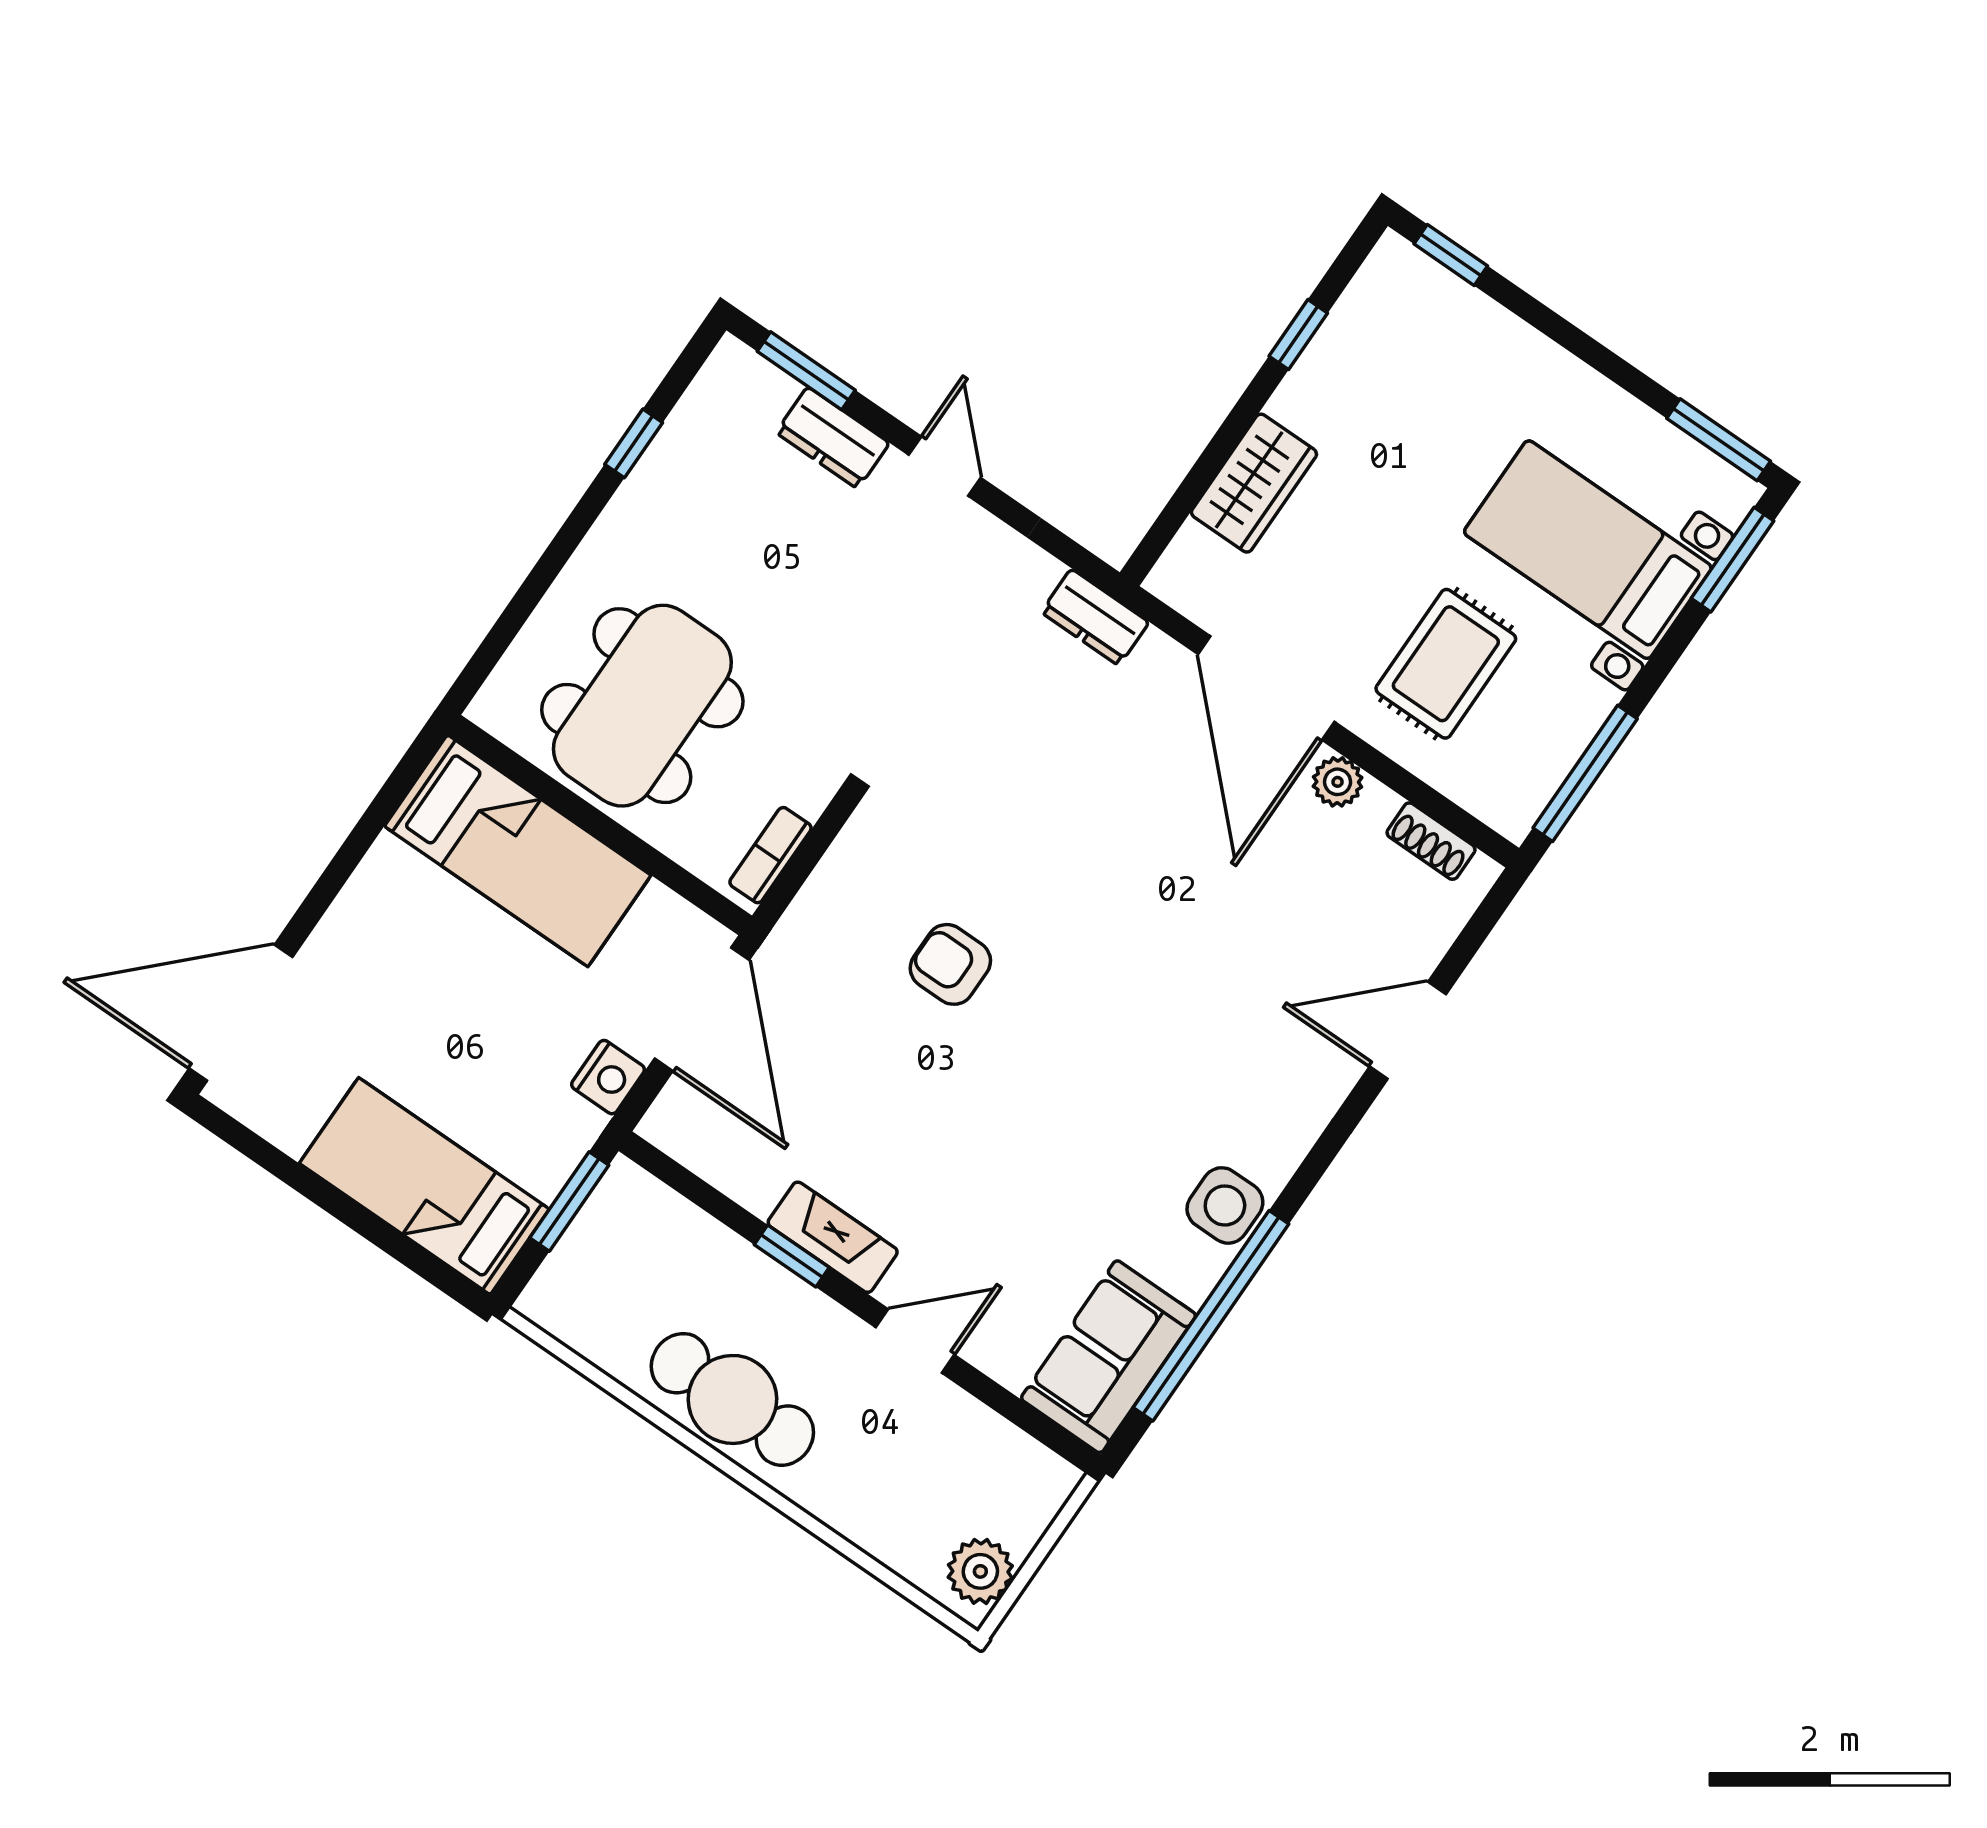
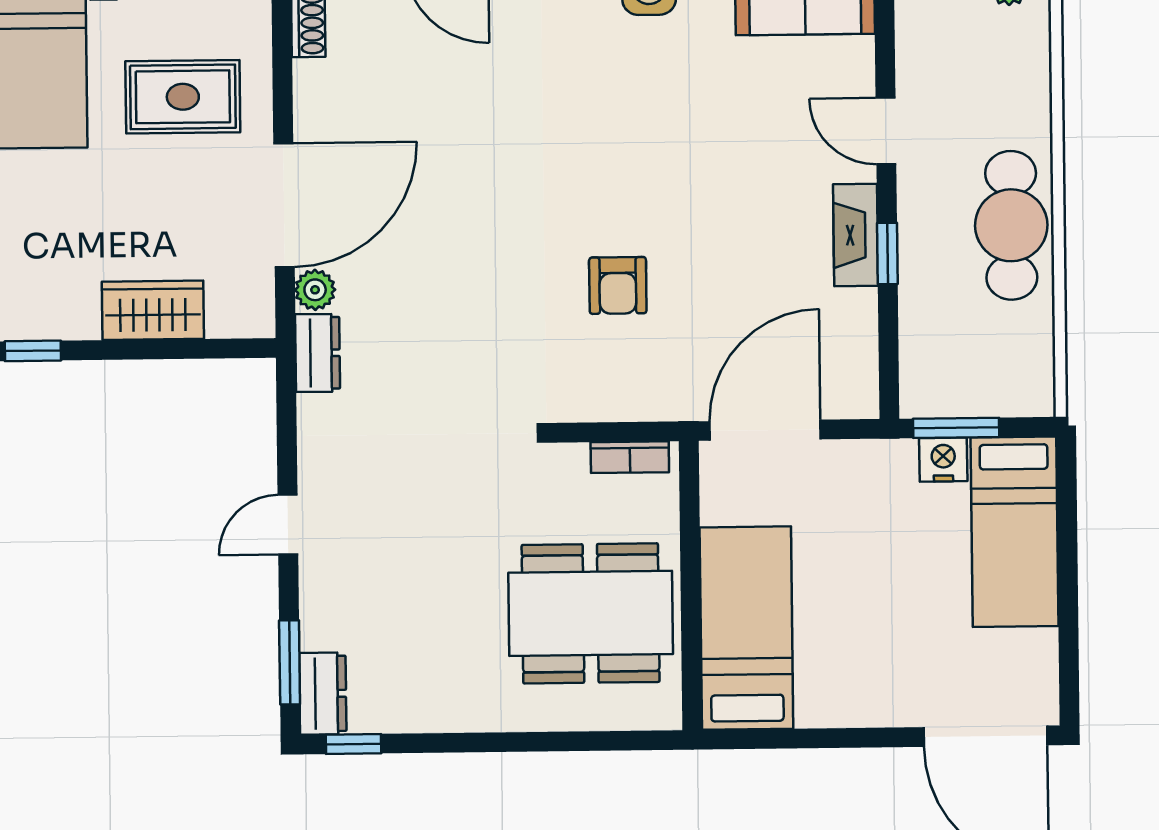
dresser: (833, 438) -> (323, 694), moved
window: (634, 443) -> (354, 744), moved
plant: (1338, 782) -> (315, 290), moved
nightstand: (608, 1077) -> (943, 460), moved

